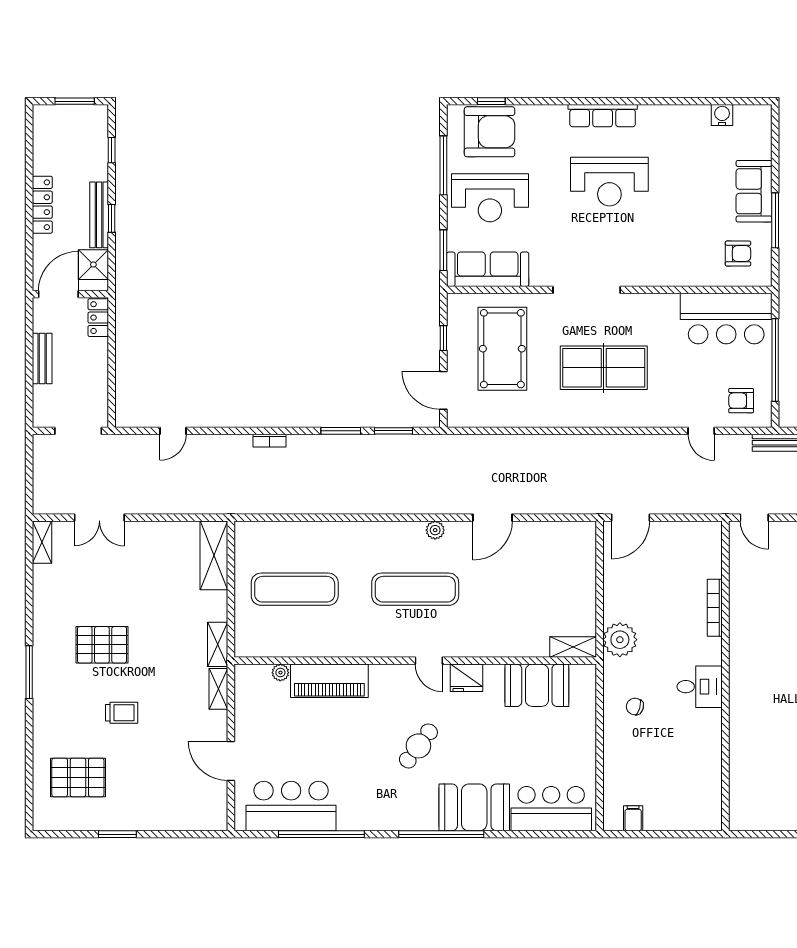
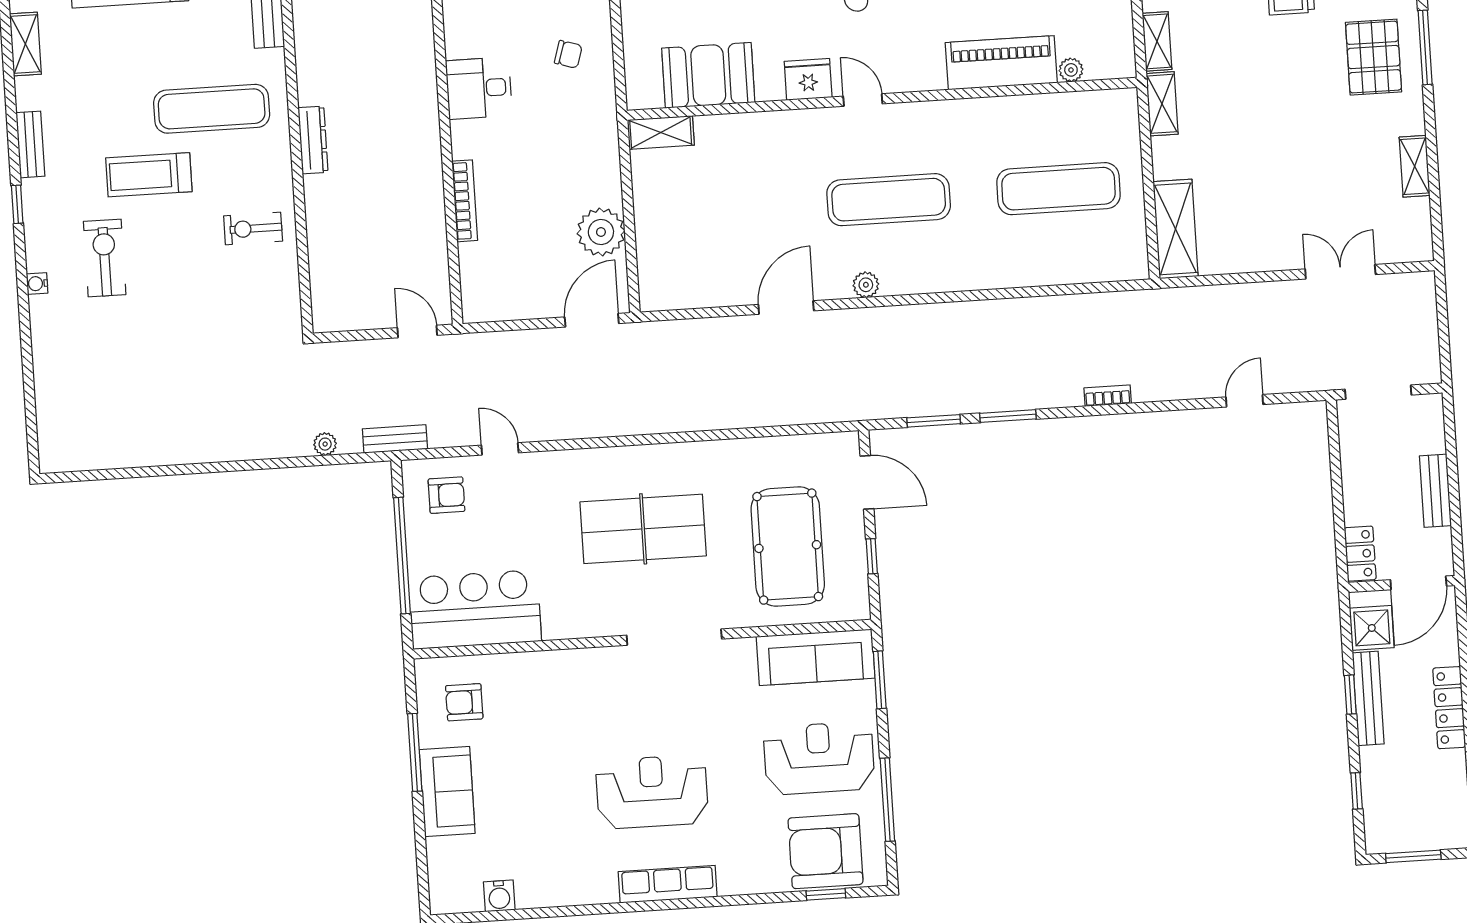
shelving: (42, 542) -> (1415, 166), moved
plant: (620, 640) -> (601, 232), moved
pallet: (102, 645) -> (1374, 57), moved, turned 90

